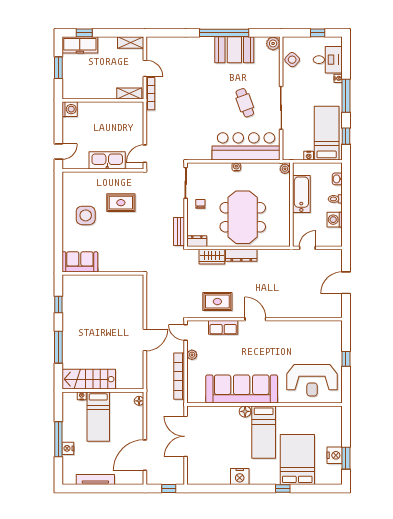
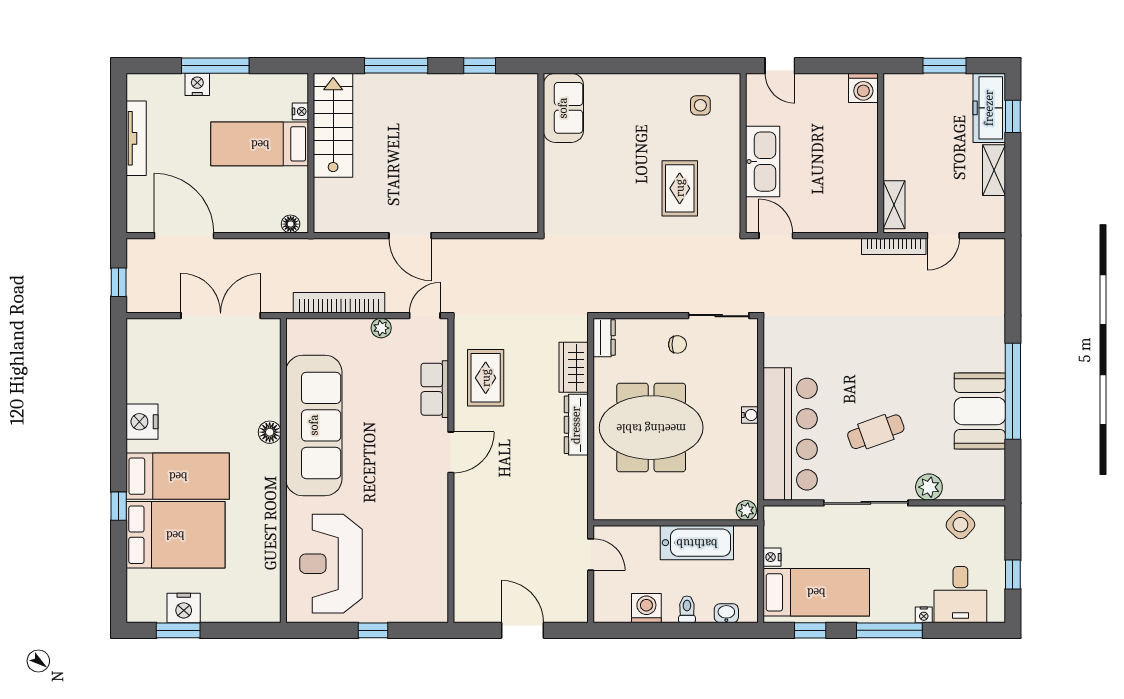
shelving: (131, 43) -> (994, 170), moved
plant: (273, 43) -> (929, 487), moved
side table: (86, 215) -> (700, 105), moved, width x0.54, depth x0.54
bench: (179, 232) -> (623, 302), removed
bed: (264, 432) -> (178, 476), moved, turned 180

